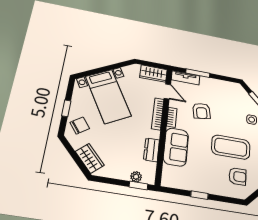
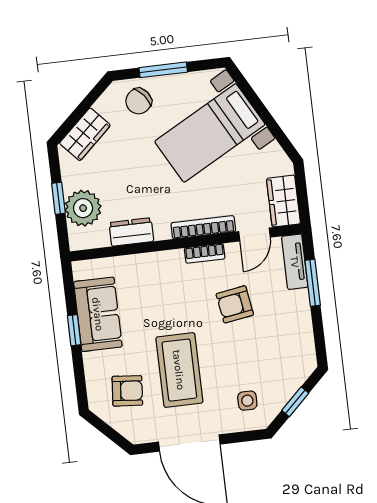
window: (66, 108) -> (163, 70), width x1.50
chair: (80, 125) -> (139, 101), turned 88
sofa: (176, 147) -> (98, 314), moved, turned -90
armchair: (238, 176) -> (127, 391), turned -85
plant: (136, 177) -> (83, 208), width x1.87, depth x1.87
window: (139, 185) -> (58, 198), moved

